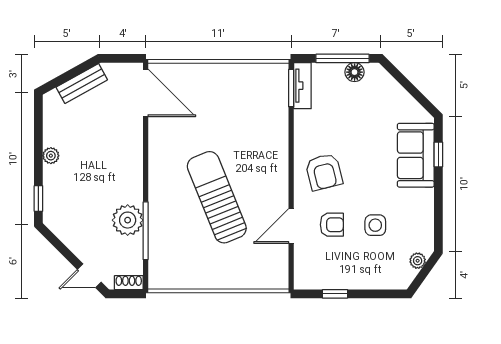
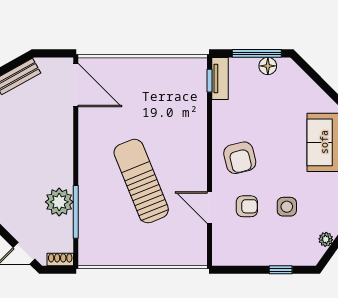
window: (291, 88) -> (210, 81), width x0.67
door: (291, 226) -> (210, 208), hinge flipped
window: (335, 294) -> (281, 270), moved

